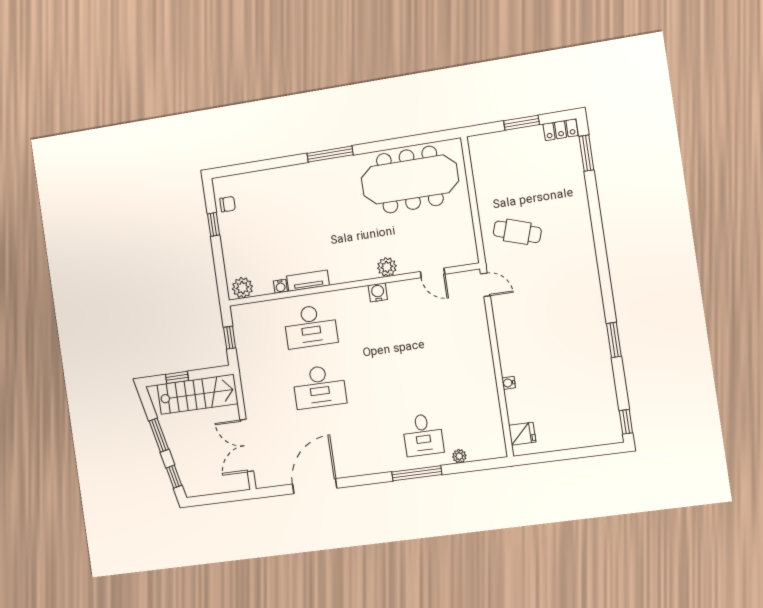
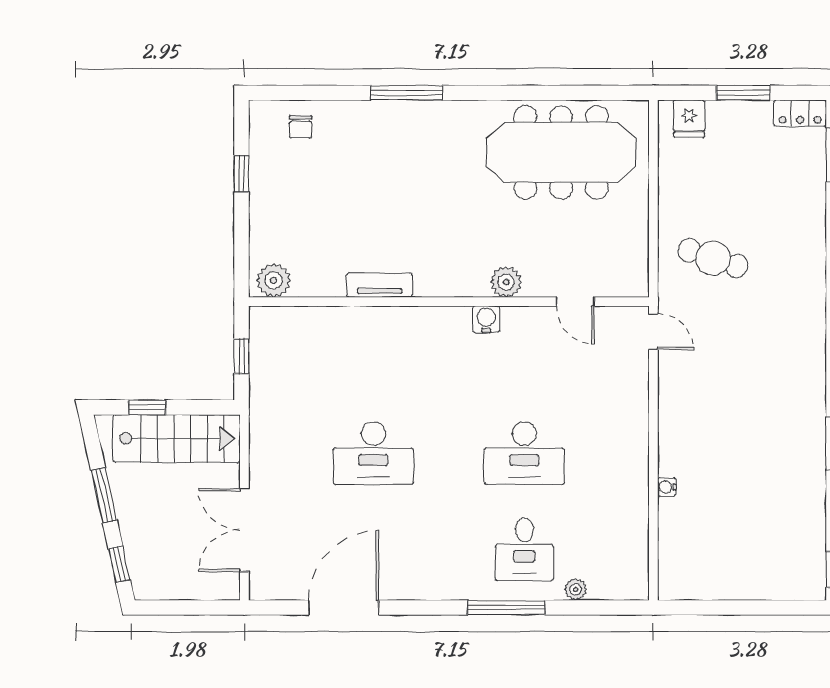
window: (330, 154) -> (407, 93), moved
chair: (228, 204) -> (301, 127), moved, turned 90
water cooler: (280, 286) -> (335, 287), removed
desk: (311, 326) -> (524, 453), moved
fridge: (522, 434) -> (689, 119), moved, turned 90

